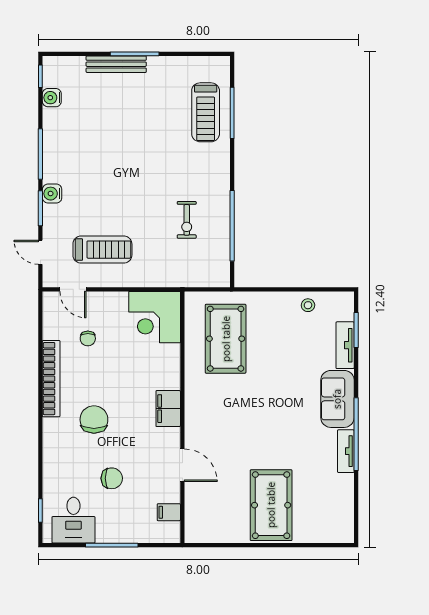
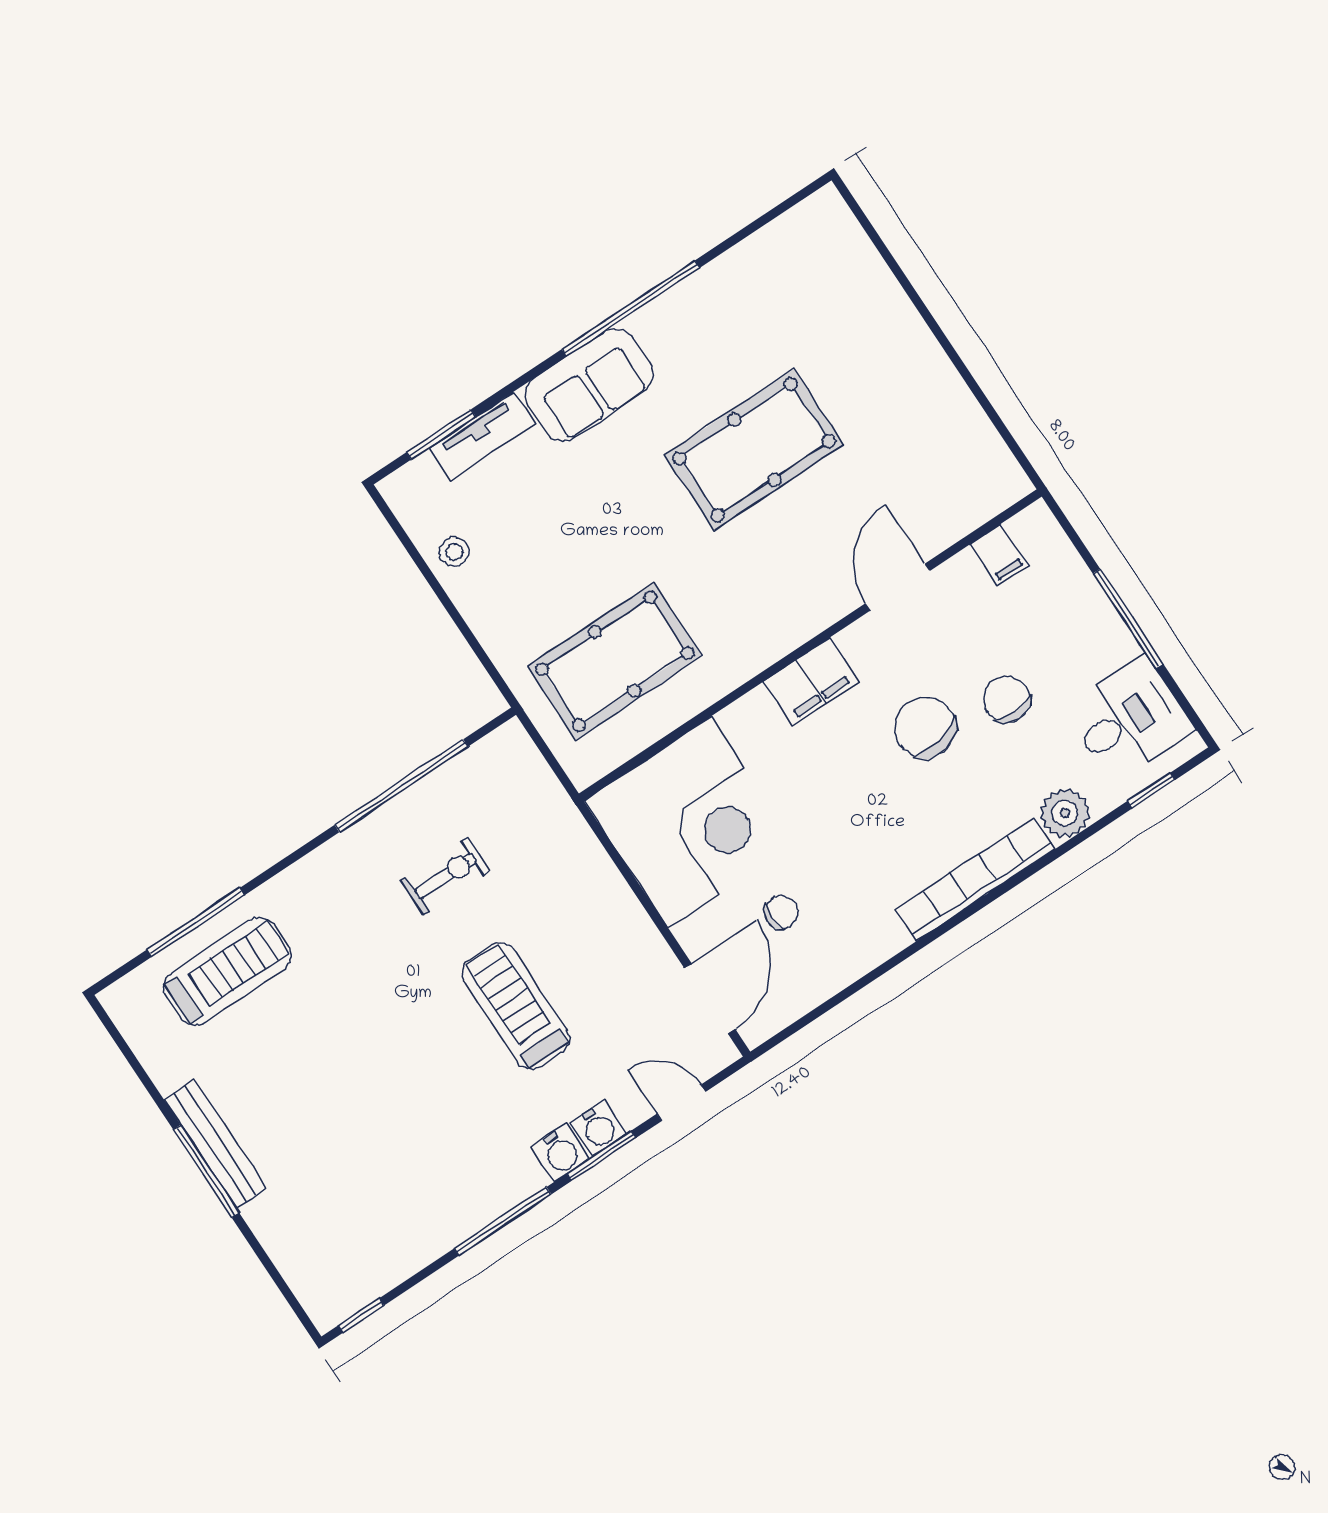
bench: (116, 64) -> (215, 1144), moved
water cooler: (52, 98) -> (598, 1128), moved
treadmill: (102, 250) -> (516, 1006), moved
door: (40, 252) -> (681, 1103), swing flipped
door: (73, 289) -> (710, 998), width x1.38
corner desk: (155, 317) -> (689, 822), width x1.36, depth x1.36
bookcase: (51, 379) -> (975, 879), moved
chair: (94, 420) -> (925, 728), moved, turned 79
tv unit: (346, 451) -> (674, 306), removed
plant: (54, 472) -> (1065, 813), added
pool table: (271, 505) -> (754, 450), moved

